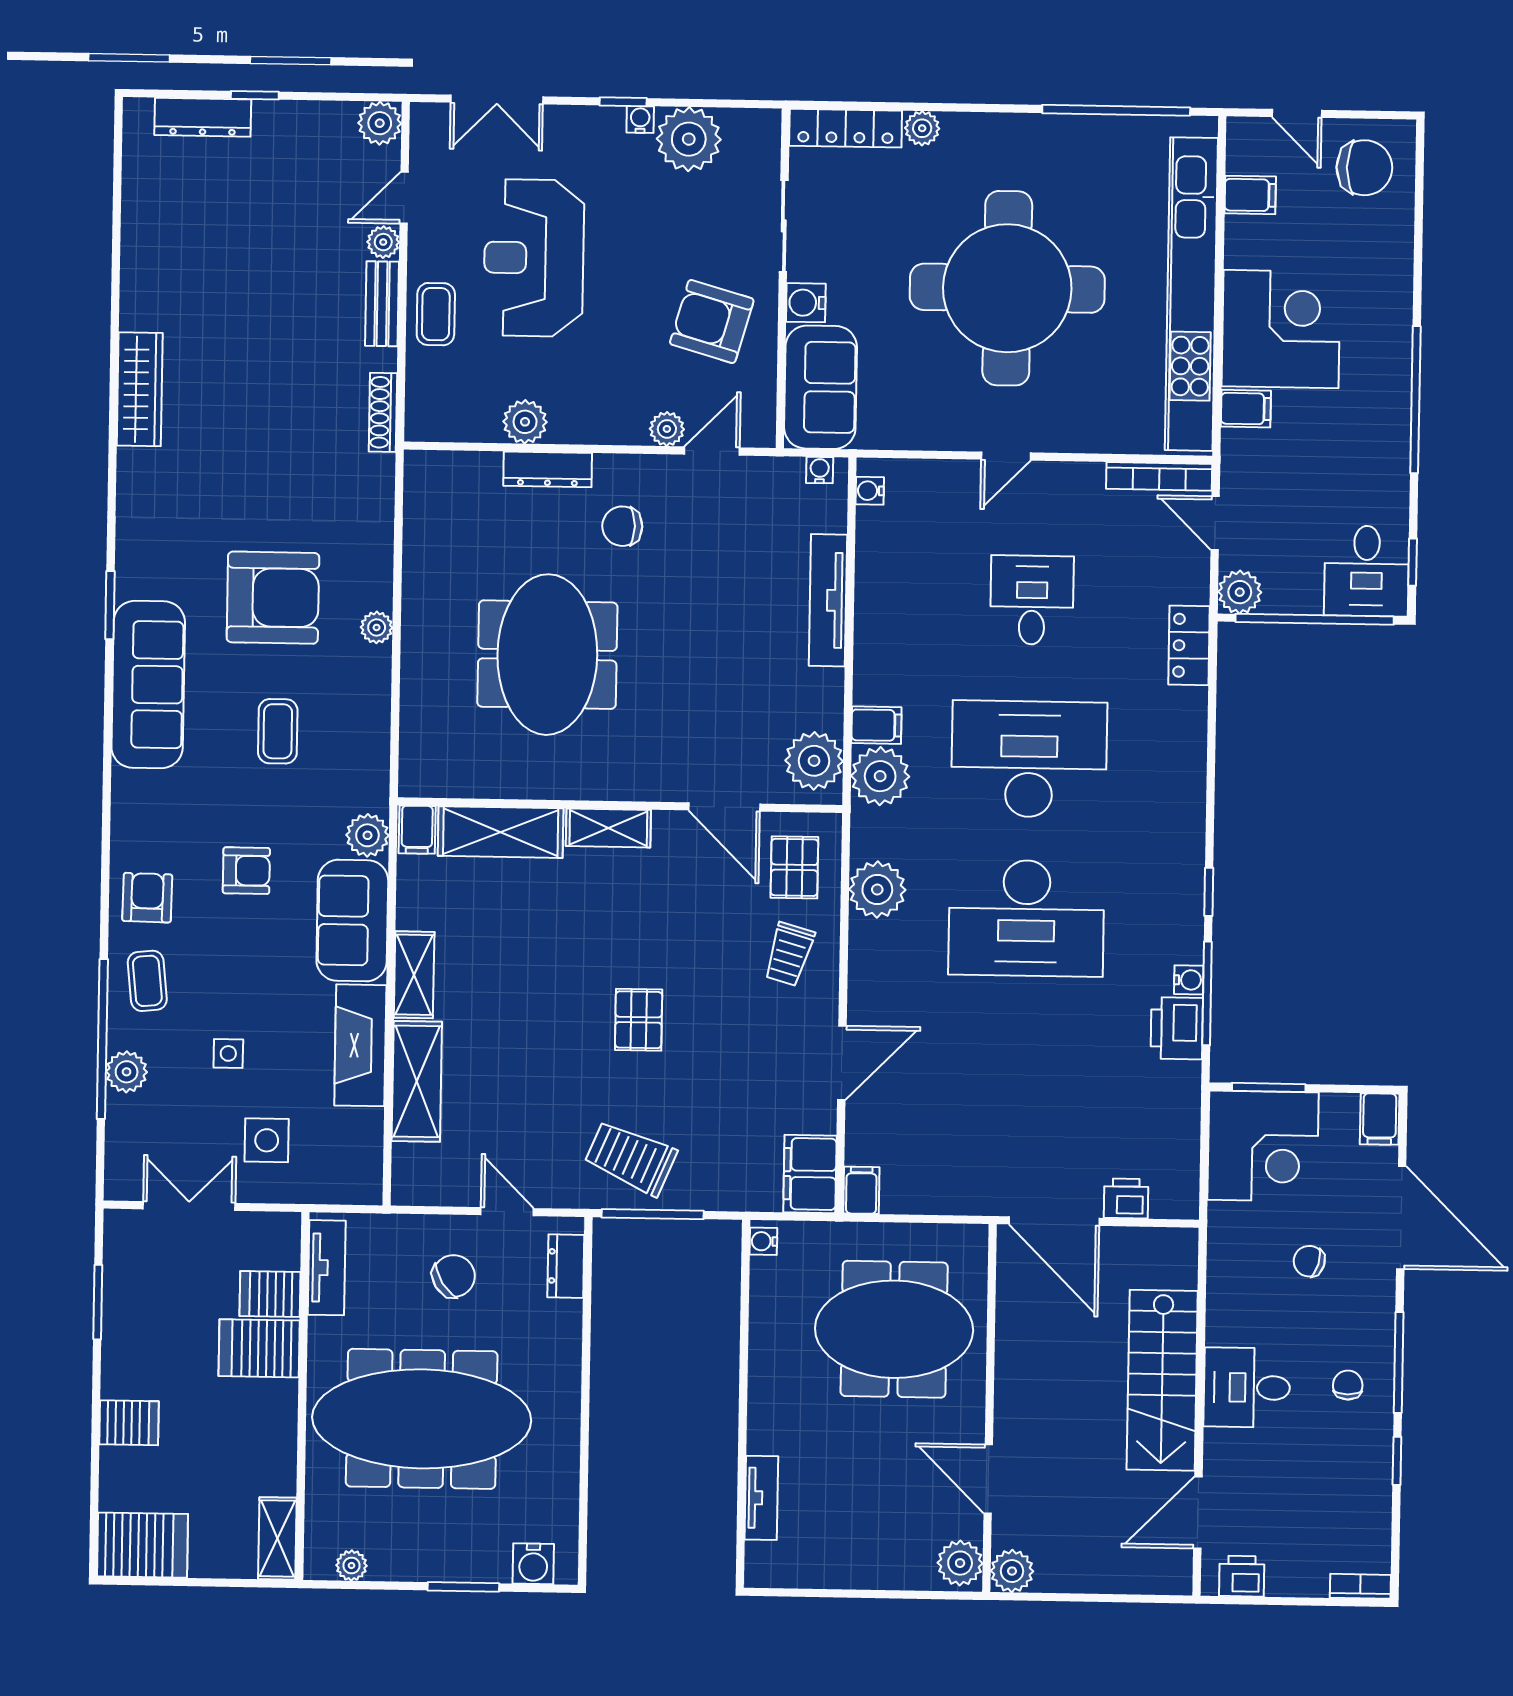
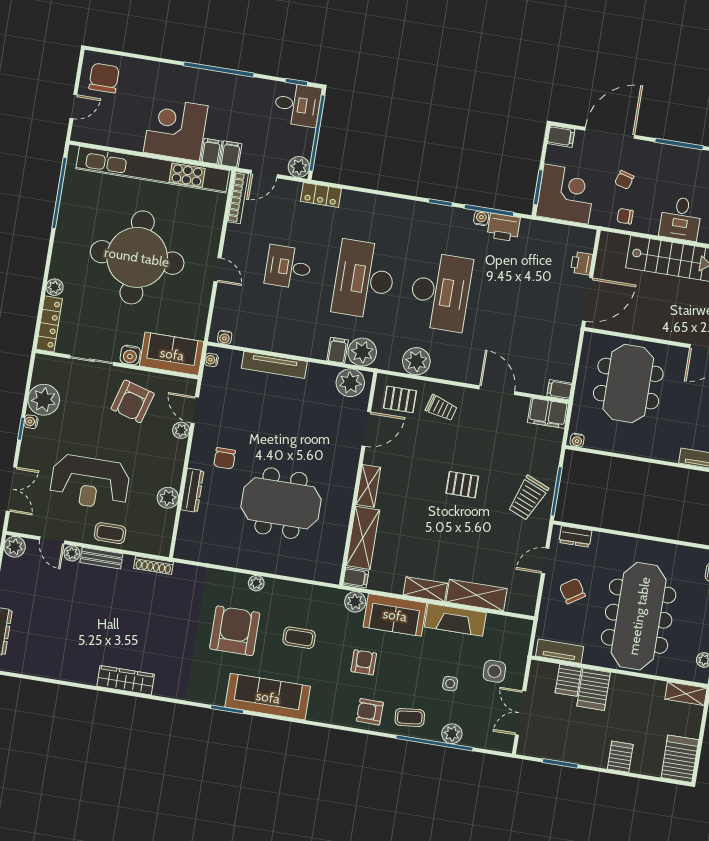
filing cabinet: (1250, 195) -> (231, 154), moved
chair: (1348, 1385) -> (625, 216), moved

